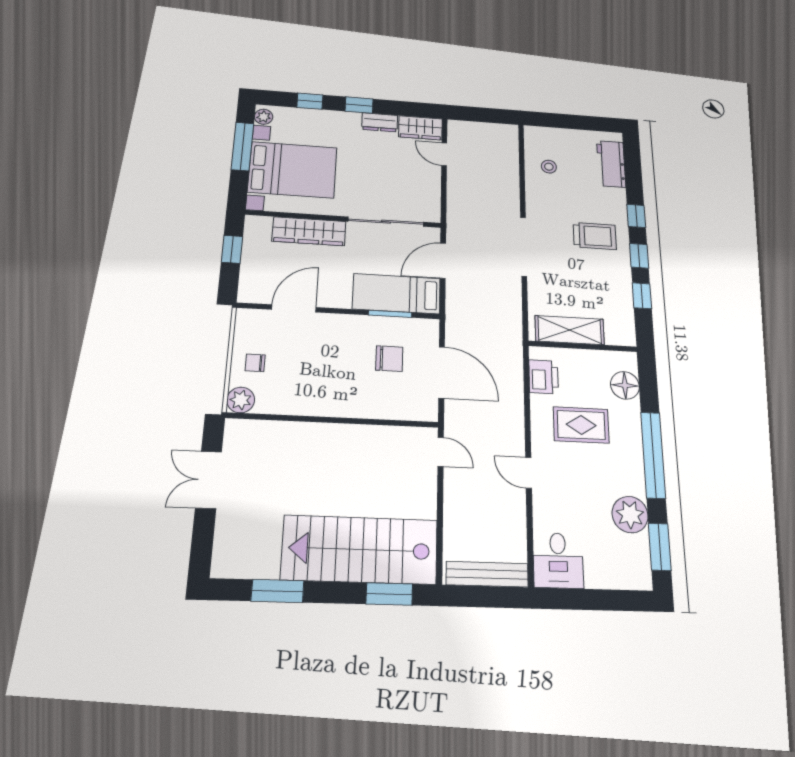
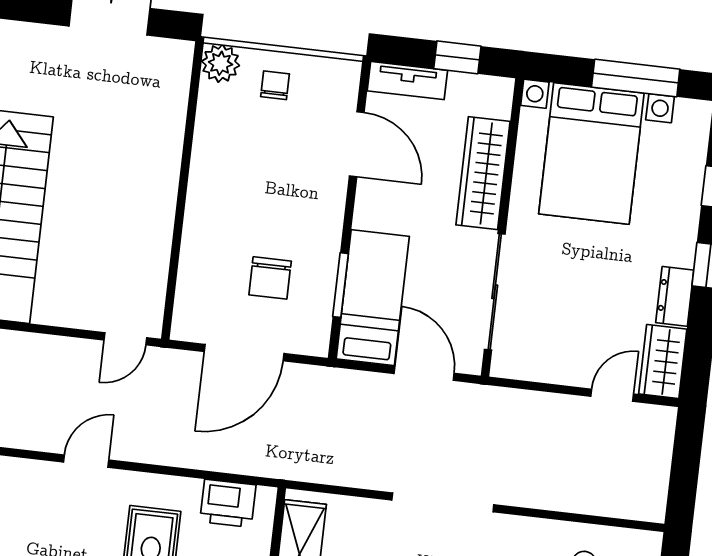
plant: (264, 117) -> (690, 113), removed
tv unit: (249, 279) -> (407, 81), added

